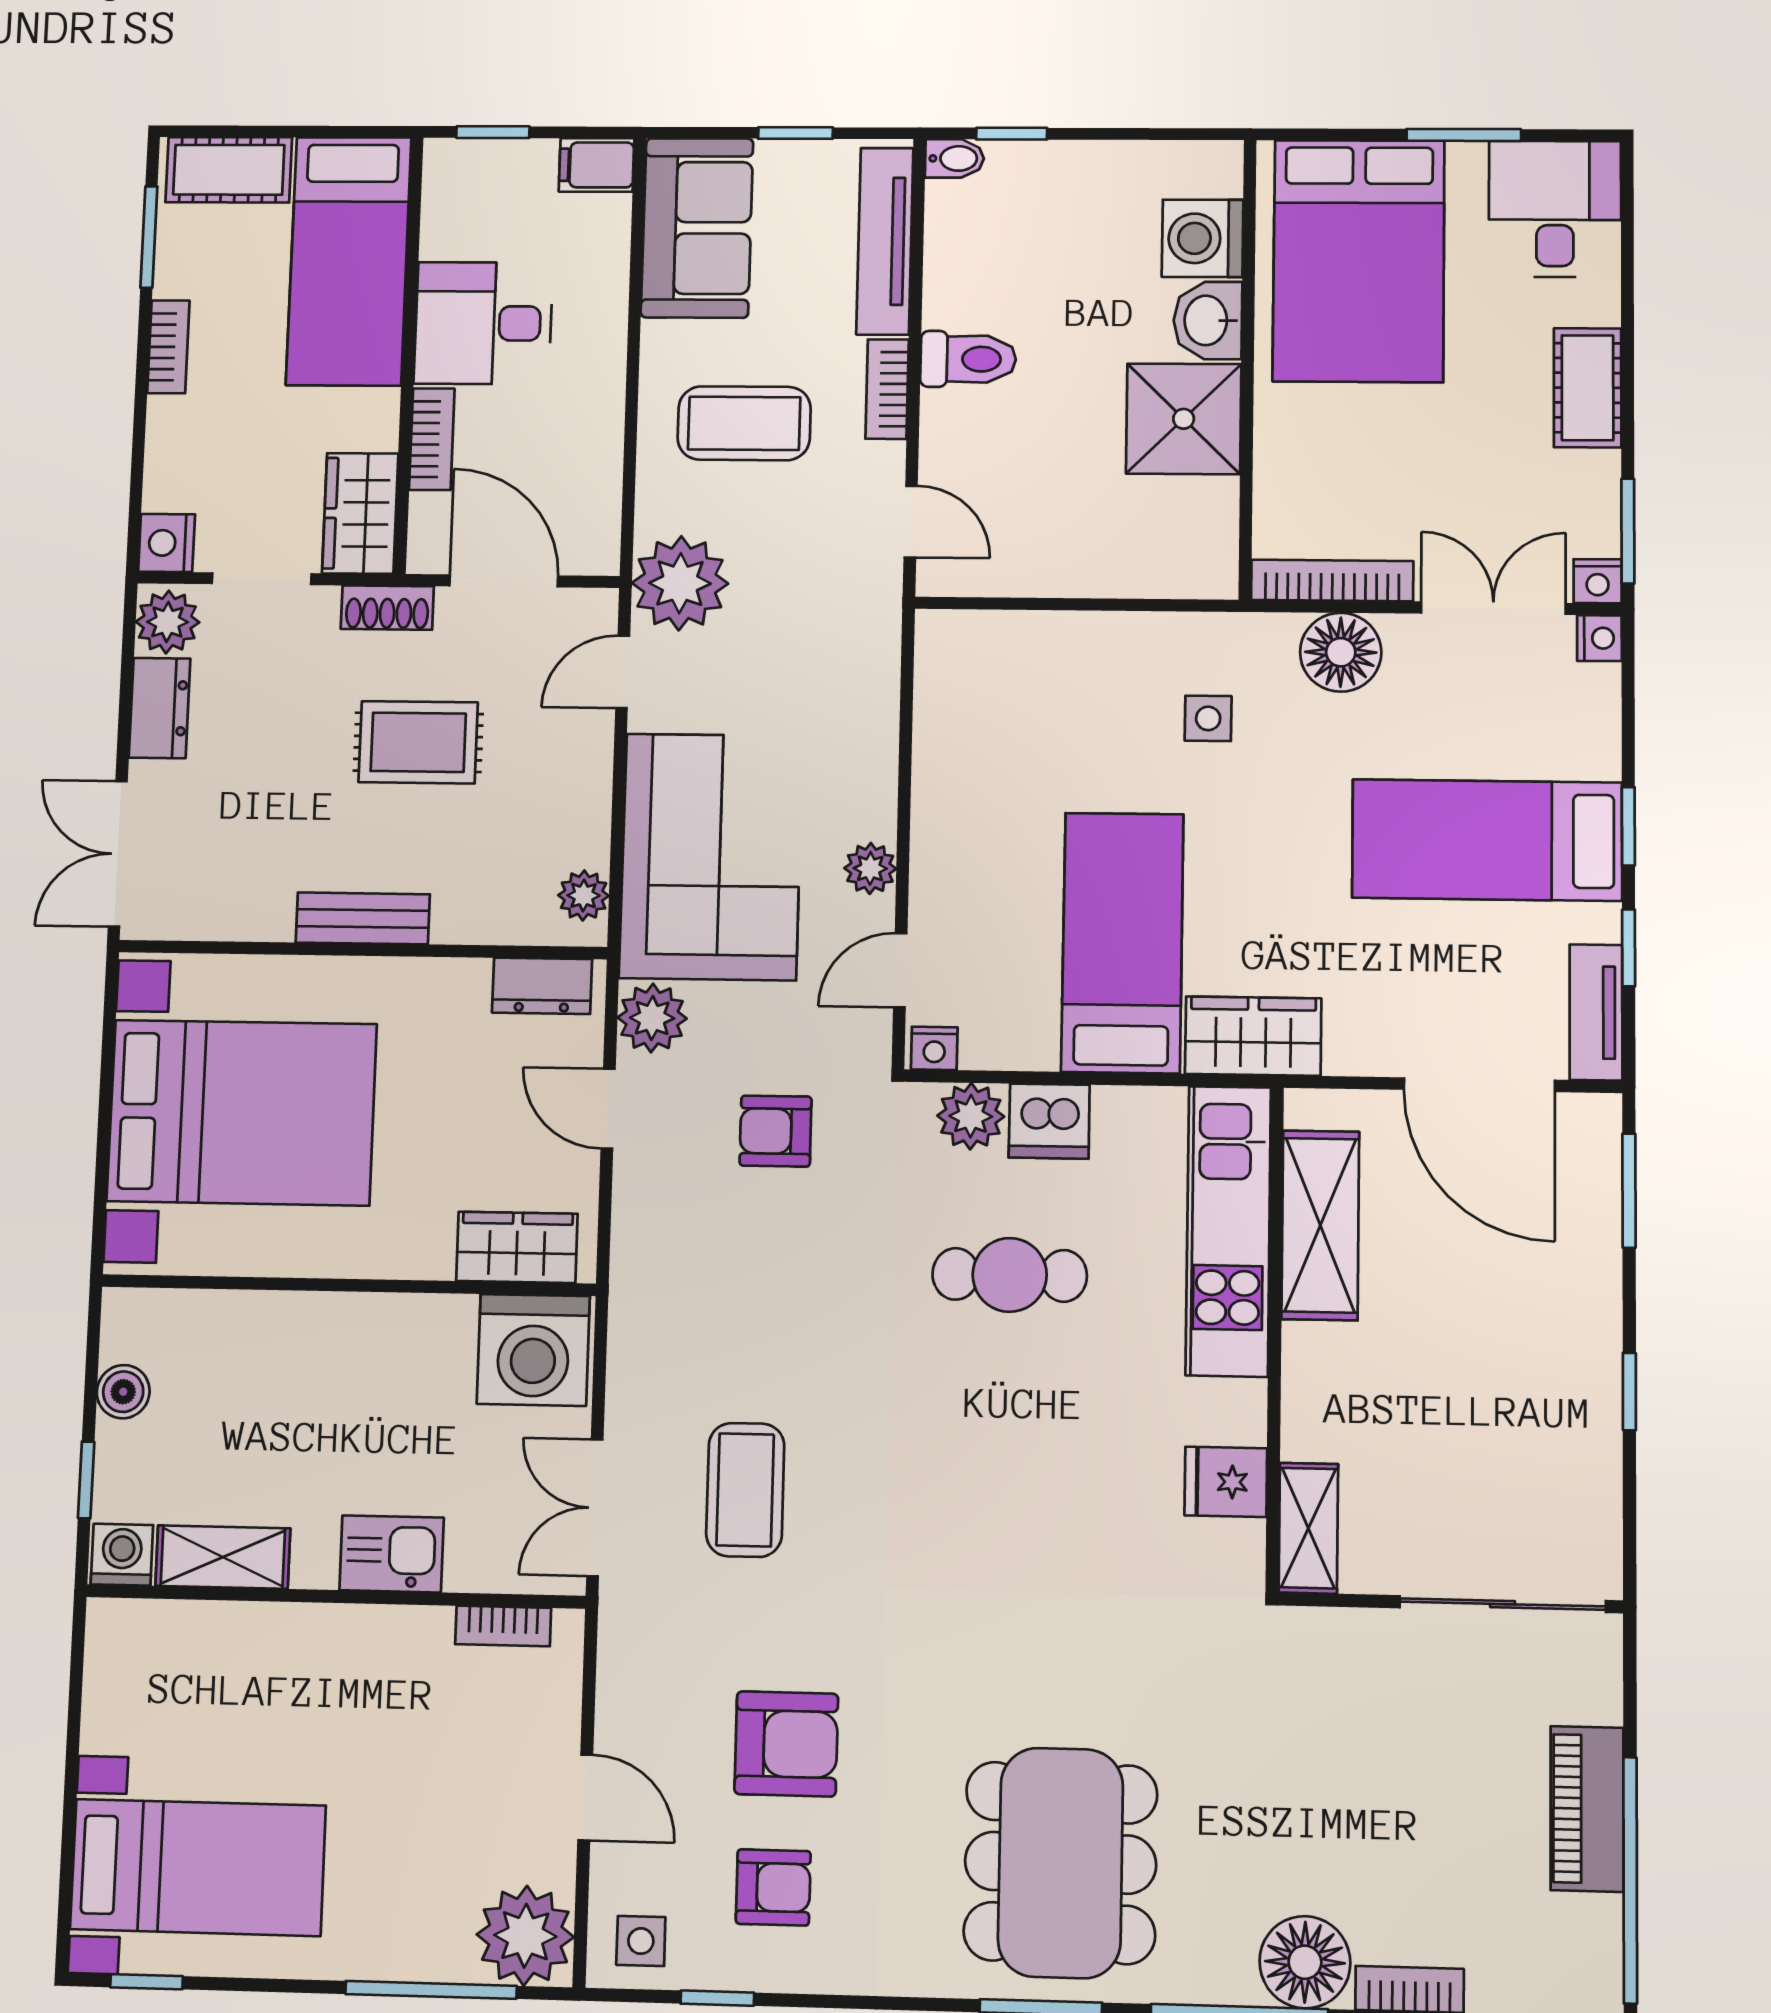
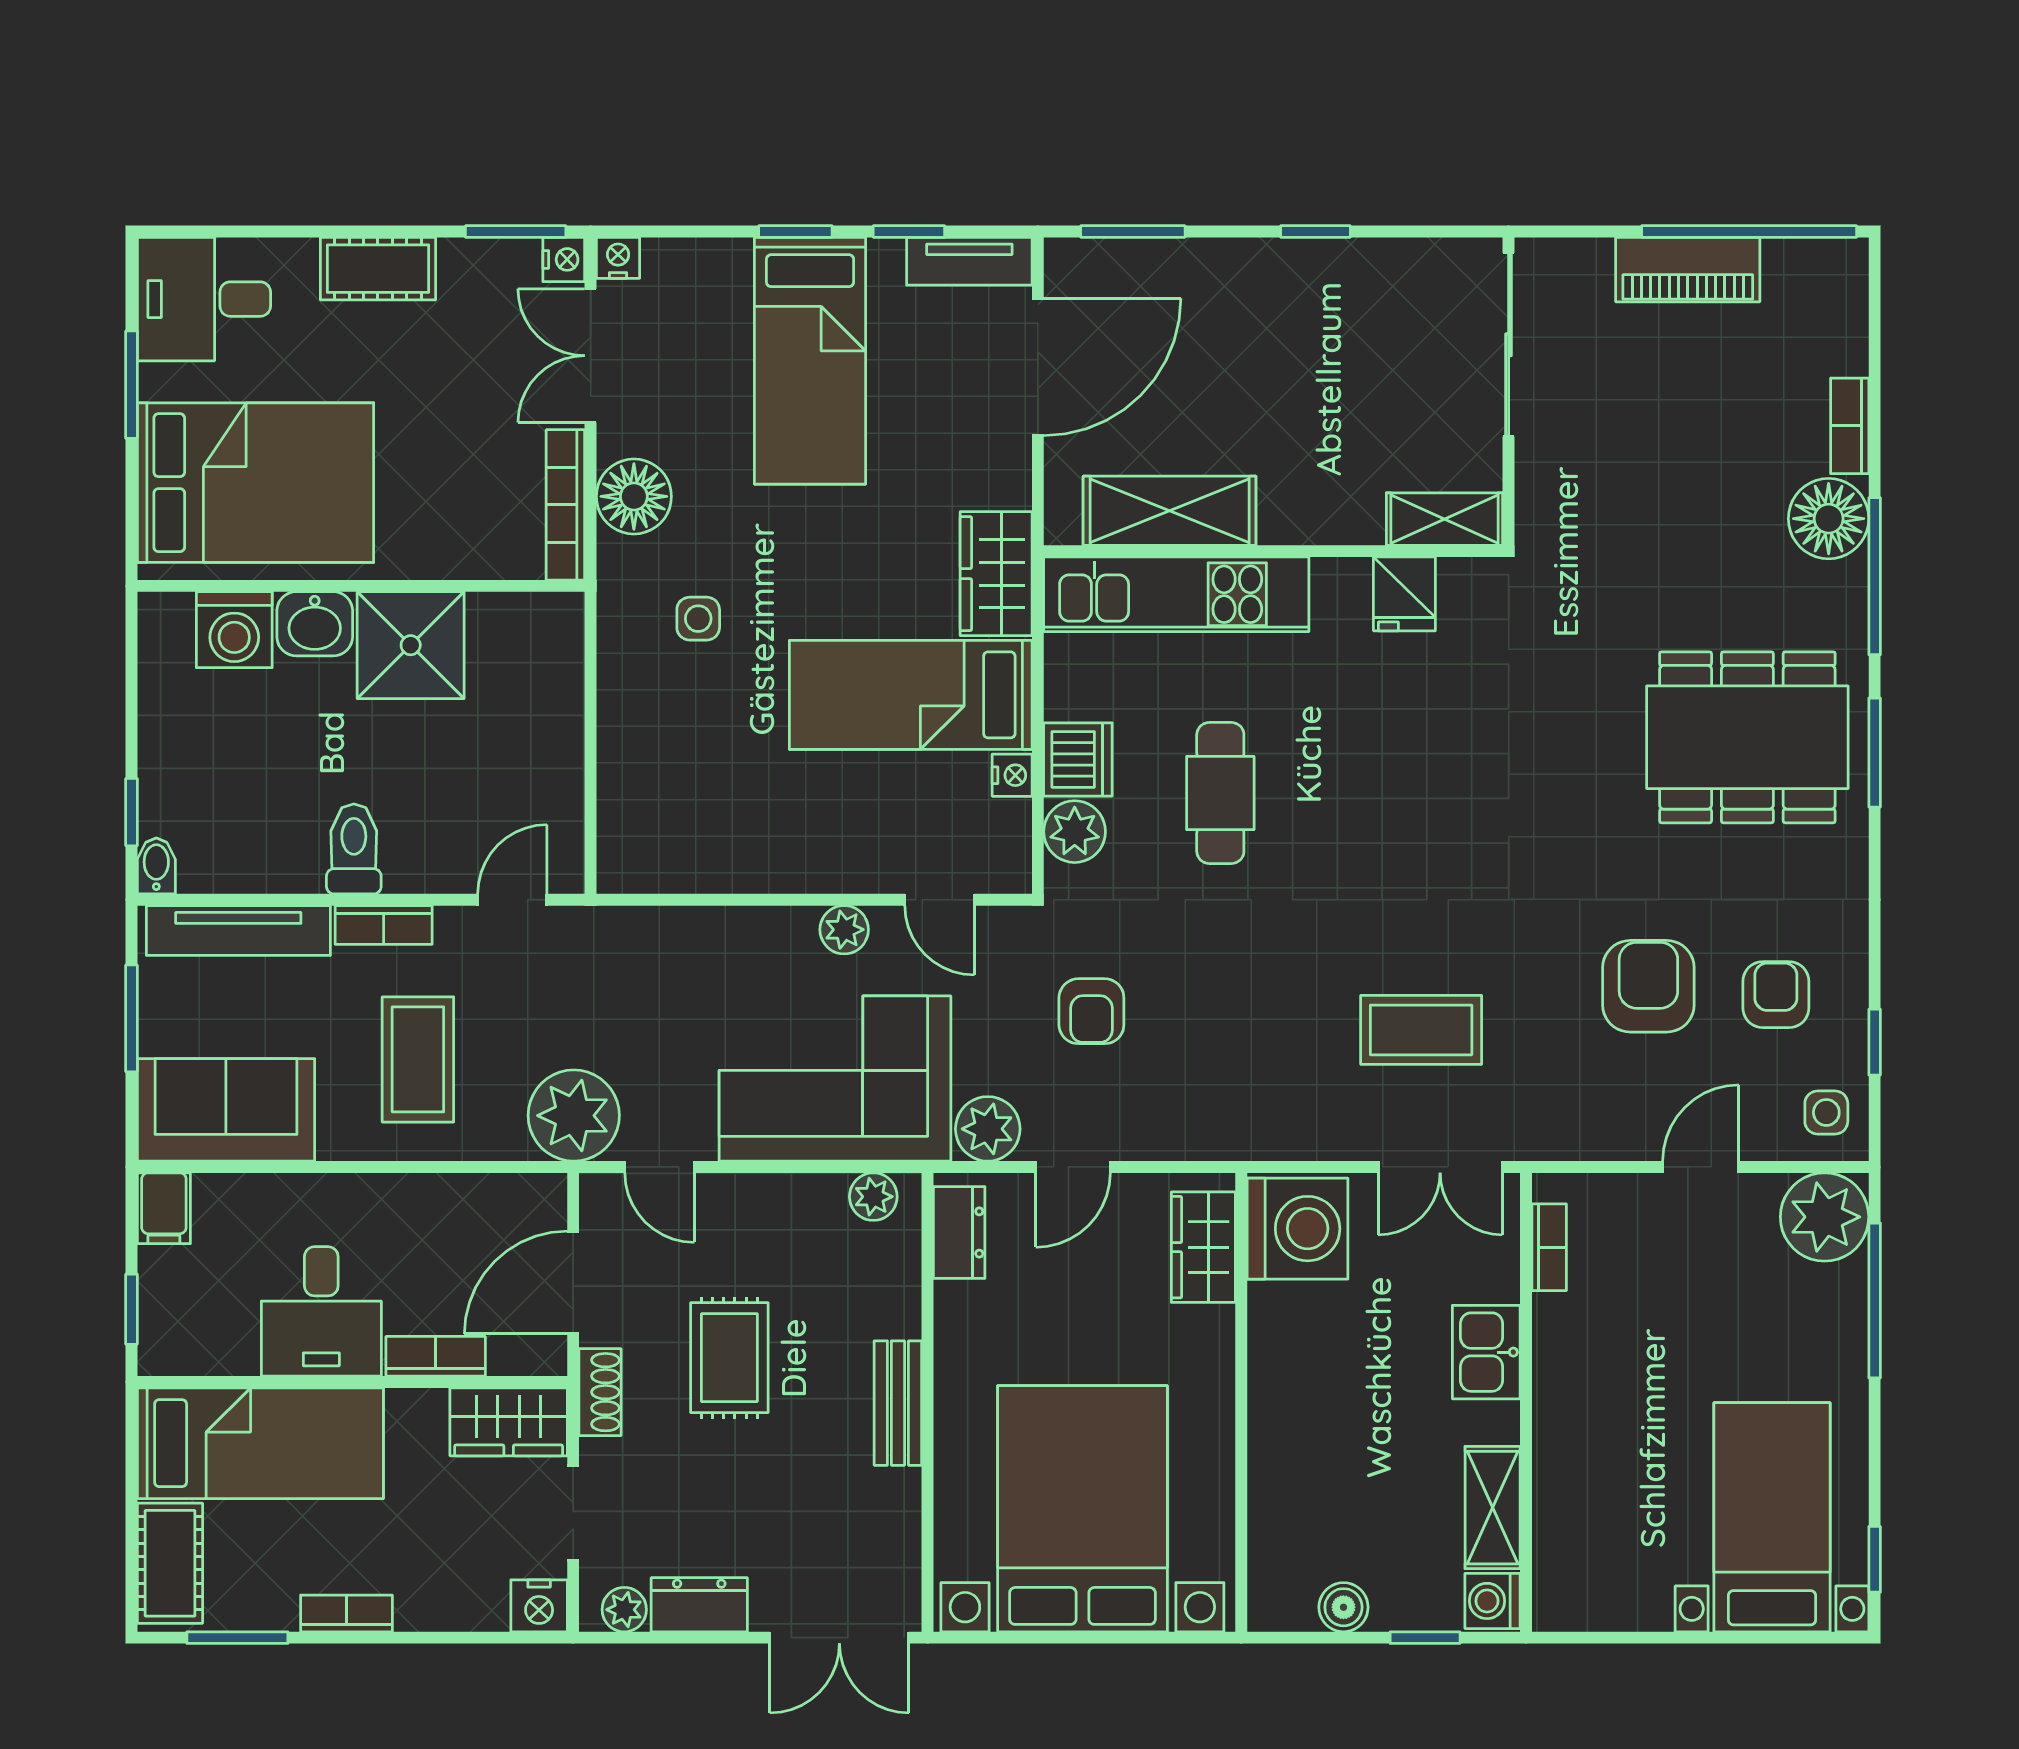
window: (795, 133) -> (131, 1018), width x1.50
plant: (167, 622) -> (624, 1610), width x0.73, depth x0.73
nightstand: (934, 1048) -> (1012, 775), moved

